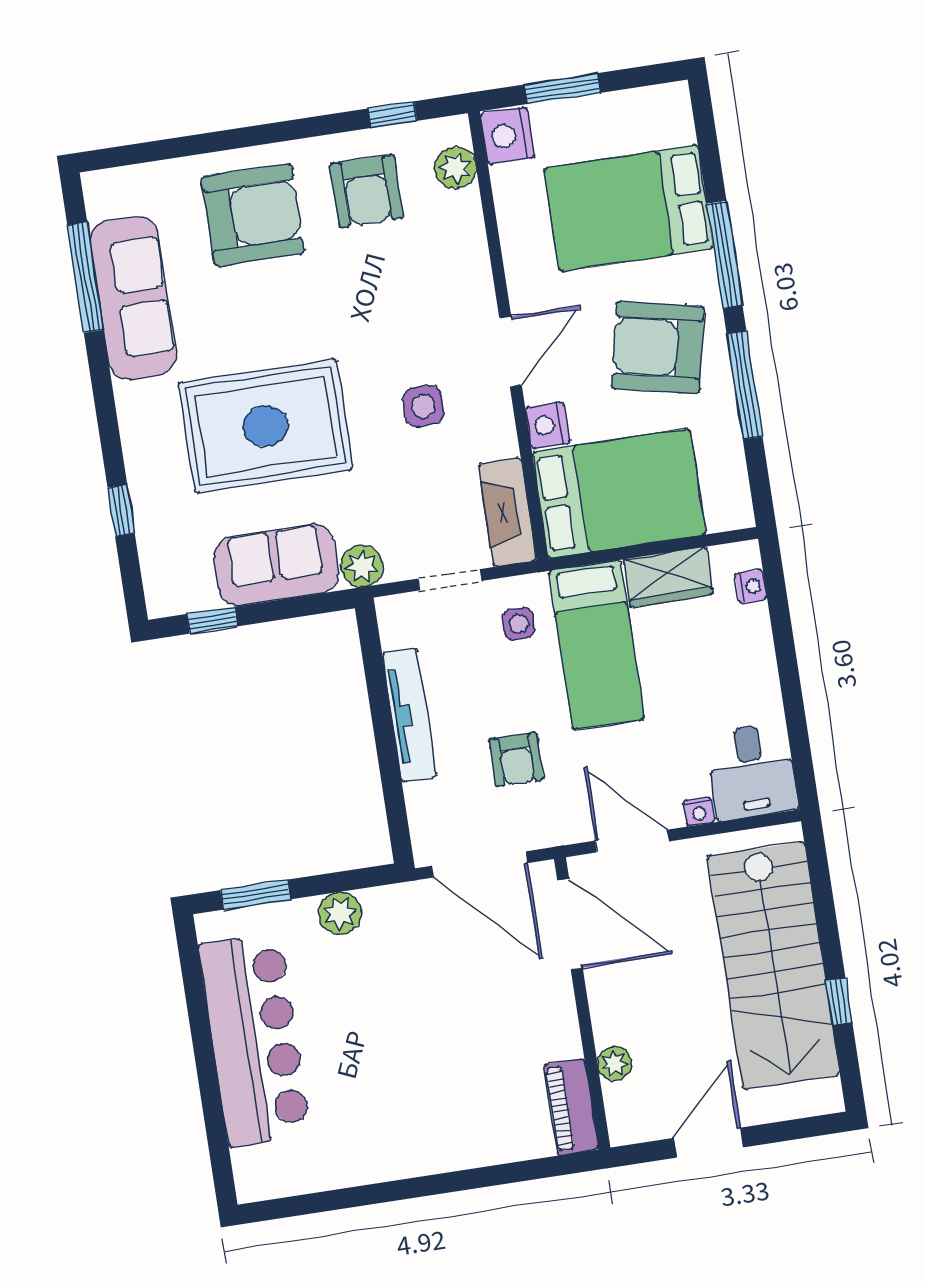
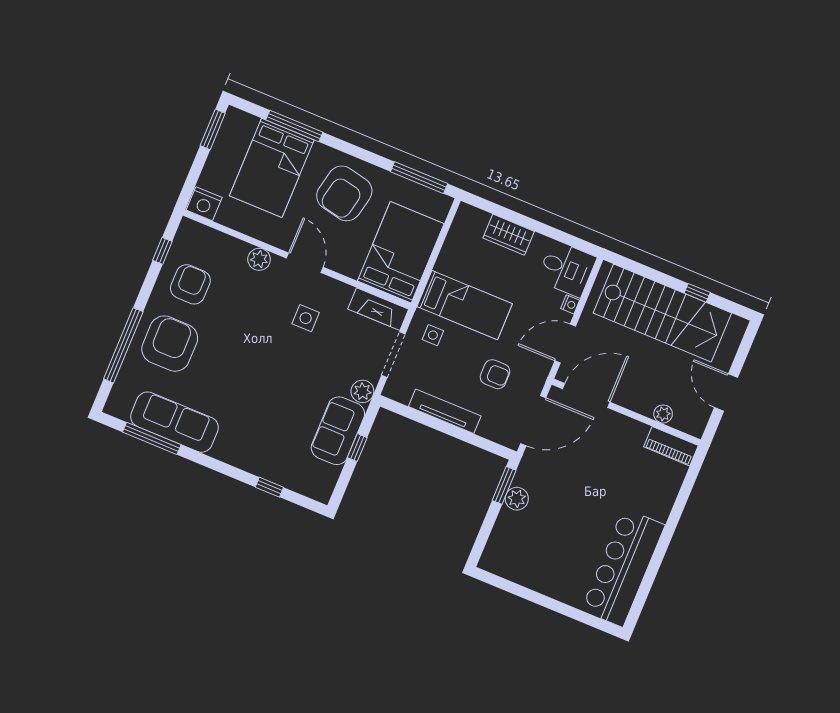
window: (563, 89) -> (213, 129), moved
window: (206, 143) -> (123, 345), added
plant: (455, 168) -> (259, 259), moved
armchair: (366, 191) -> (190, 284), turned -90
window: (725, 255) -> (294, 126), moved
window: (745, 385) -> (419, 178), moved
nightstand: (548, 425) -> (349, 266), removed
rug: (266, 426) -> (271, 397), removed
wardrobe: (668, 577) -> (509, 235), moved, turned 90
doorway: (450, 580) -> (393, 355), width x1.38
nightstand: (751, 586) -> (481, 217), removed
window: (212, 620) -> (357, 448), moved
window: (255, 895) -> (504, 485), moved
bar counter: (255, 1040) -> (623, 568), moved, turned -90

